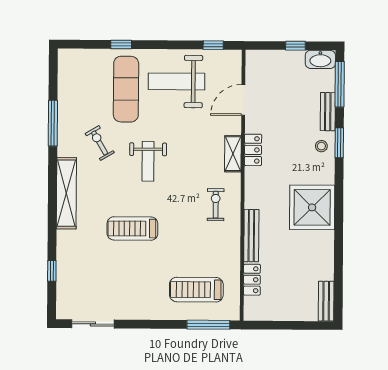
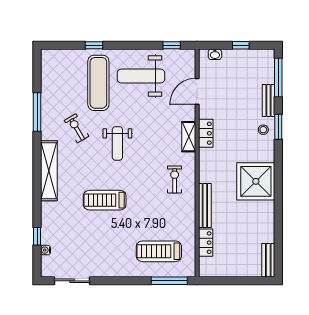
washbasin: (320, 59) -> (215, 54), moved, width x0.52, depth x0.69
water cooler: (62, 287) -> (46, 250), added

